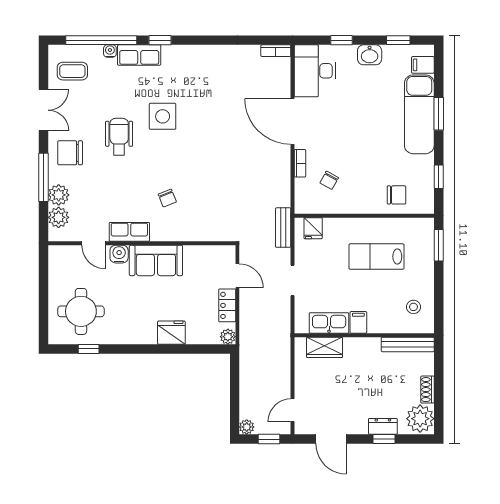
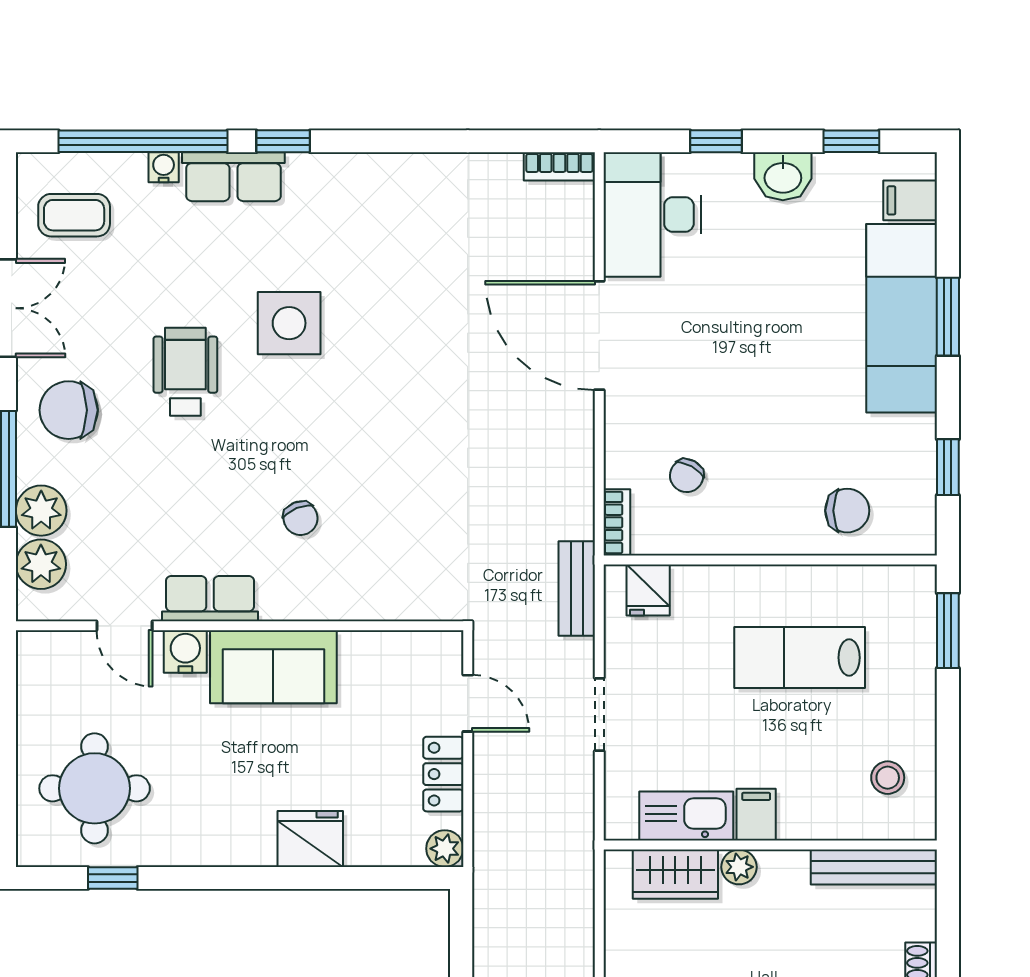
bookcase: (300, 163) -> (617, 522), moved
plant: (351, 344) -> (739, 867), added

